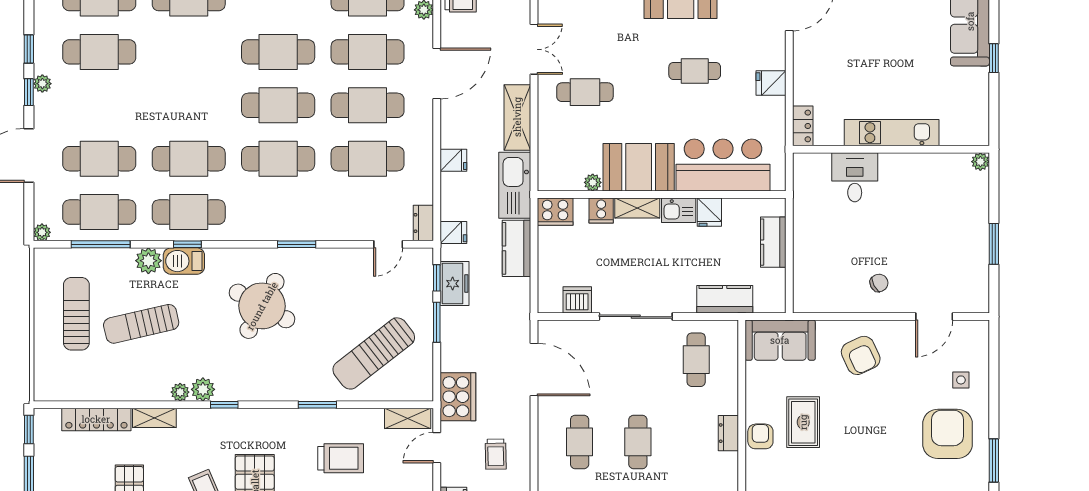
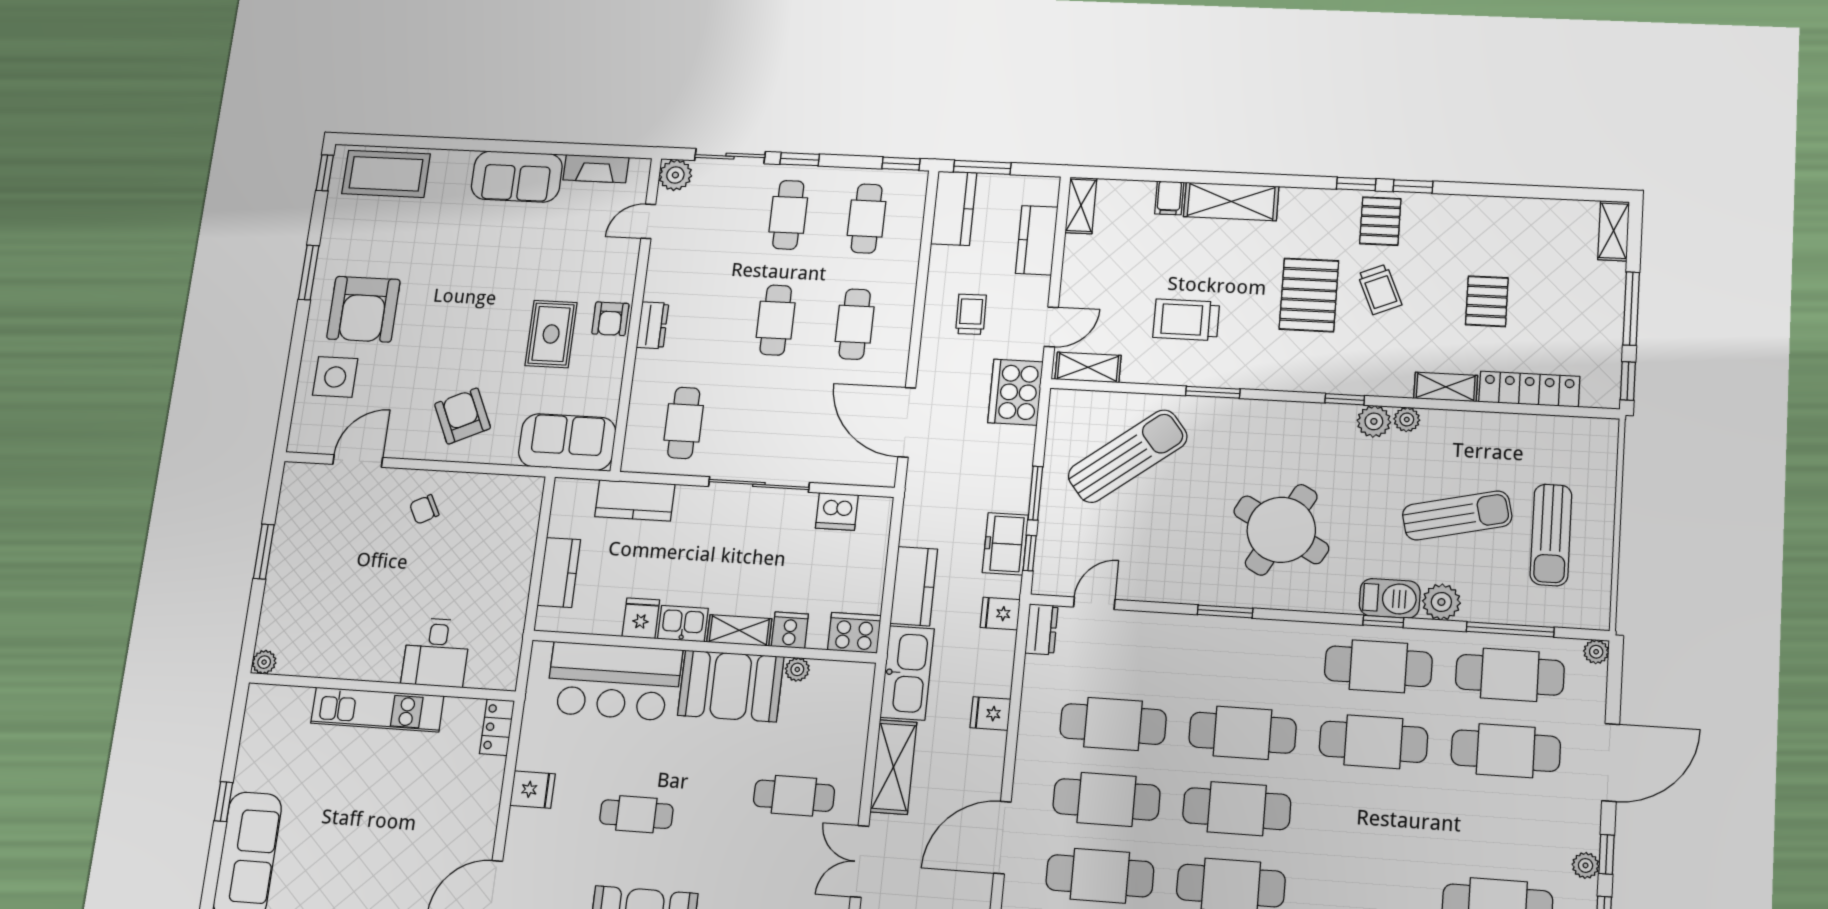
side table: (961, 380) -> (335, 377), width x1.87, depth x1.87

